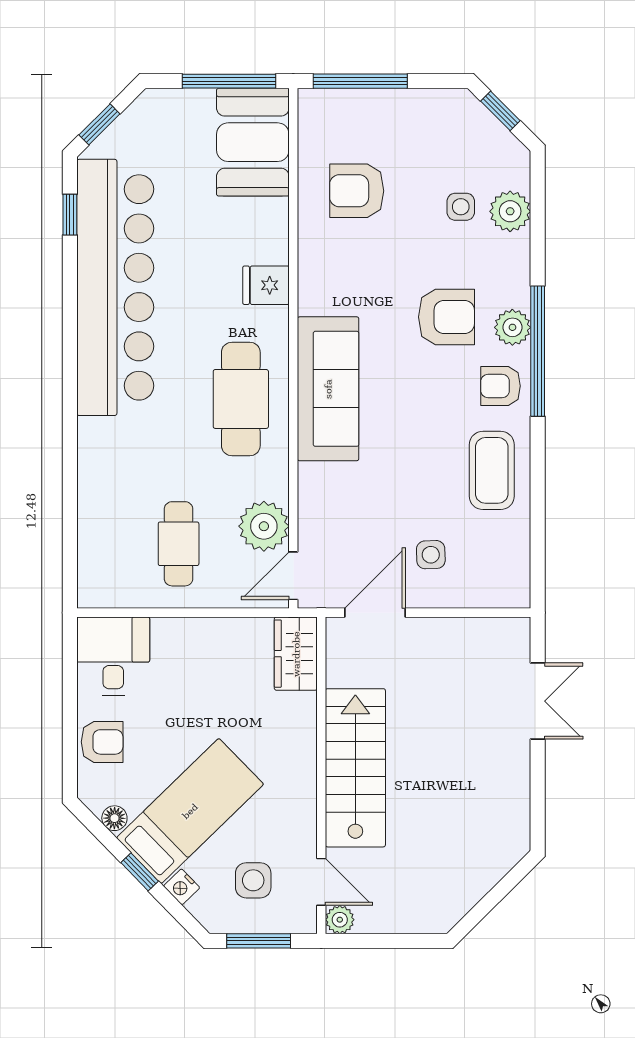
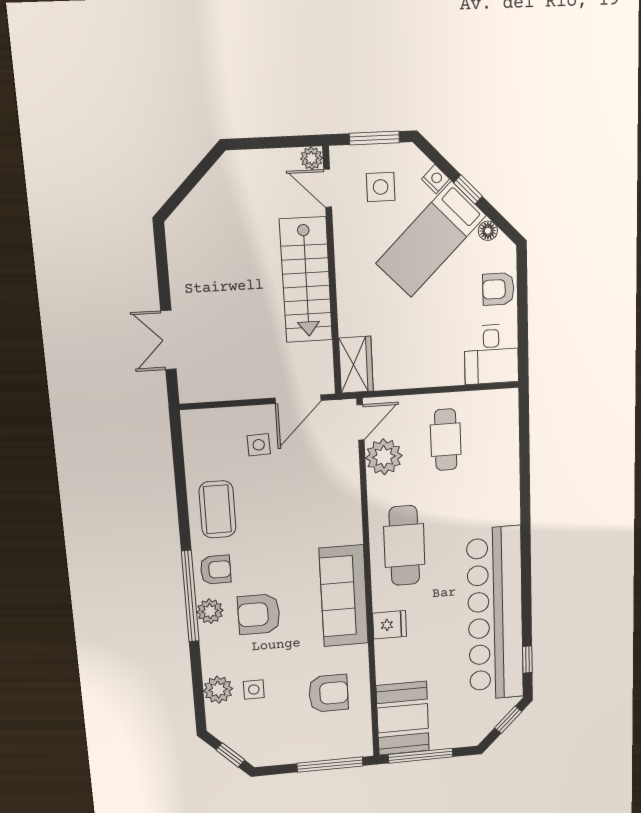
sofa: (328, 389) -> (344, 596), moved

